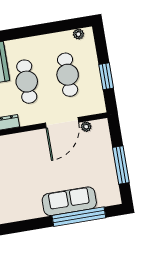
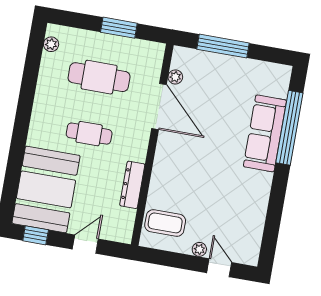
cafe table: (27, 82) -> (89, 134), width x0.73, depth x0.74
window: (121, 165) -> (223, 46), moved

